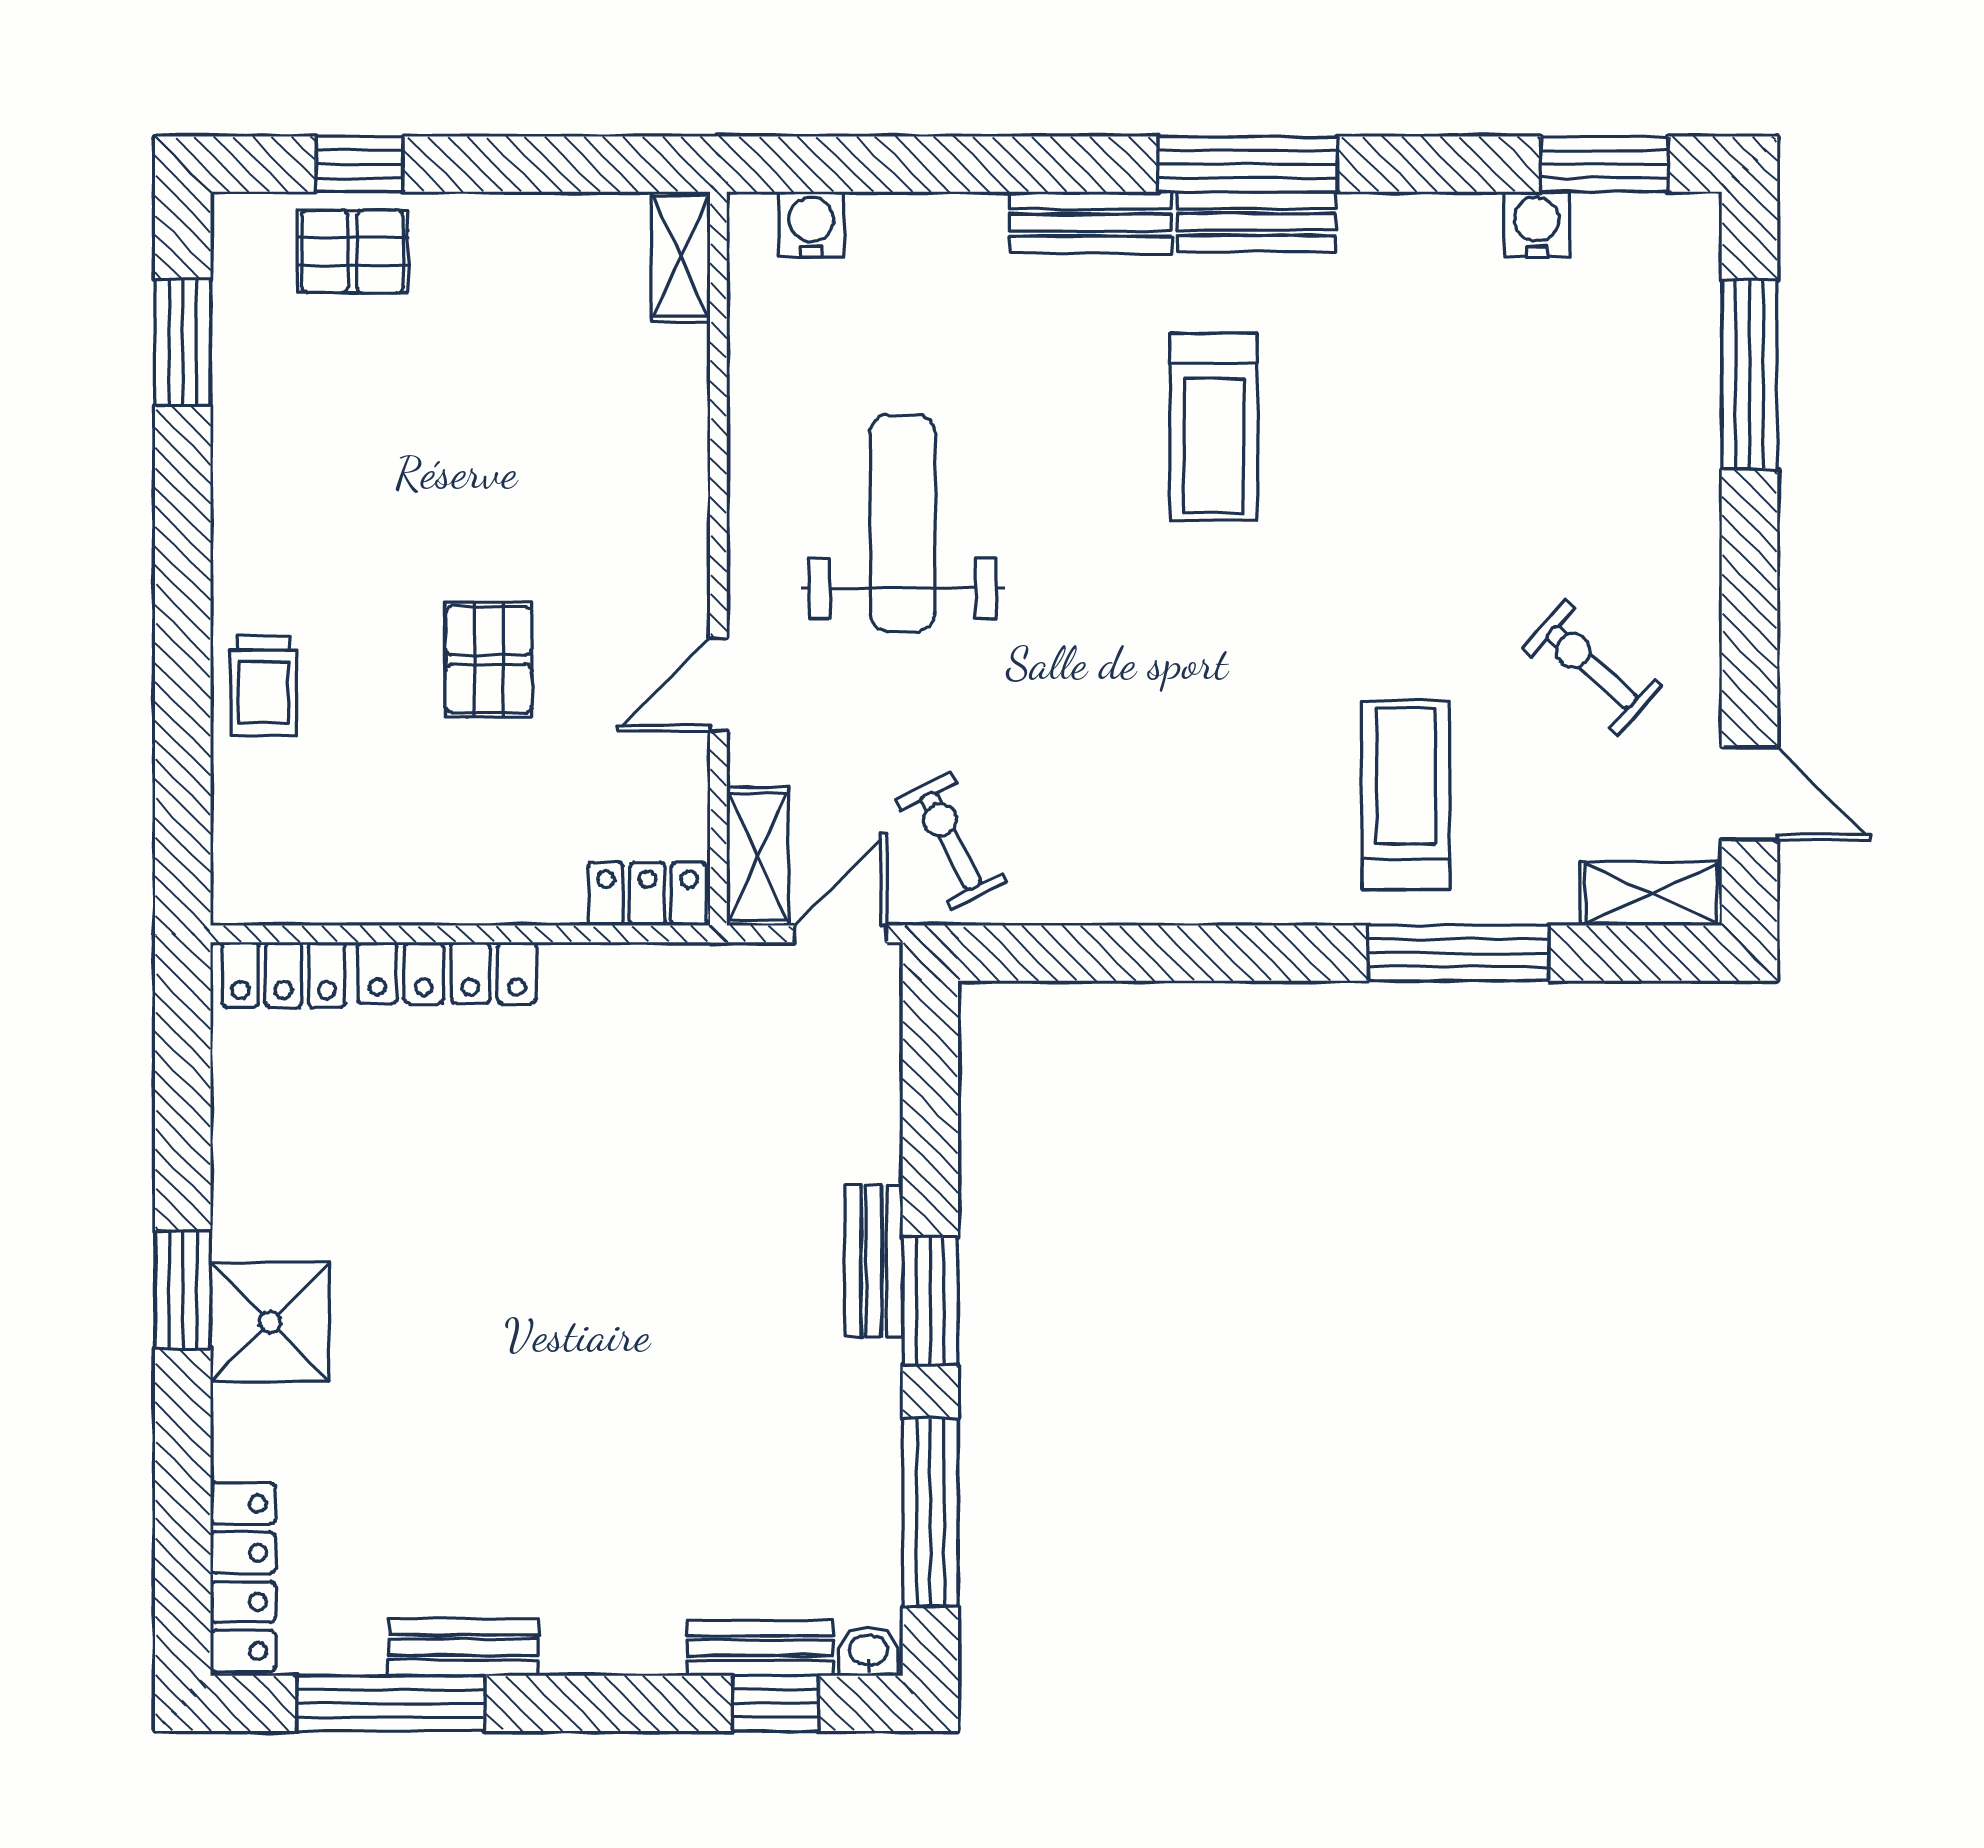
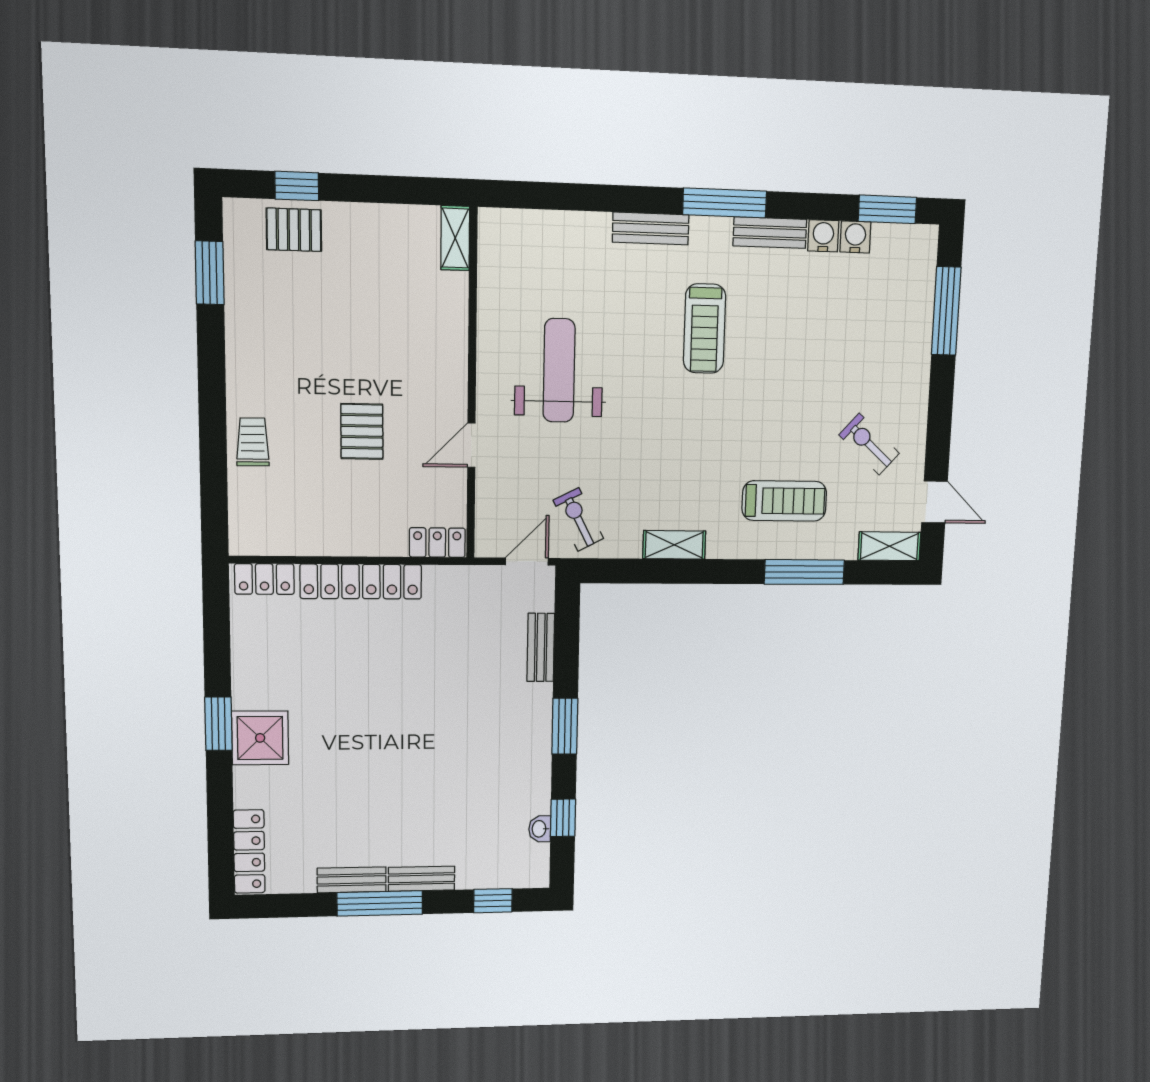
bench: (1256, 222) -> (770, 233), moved
water cooler: (811, 224) -> (823, 236), moved
trolley: (264, 686) -> (253, 442), turned 180
treadmill: (1406, 795) -> (784, 501), turned 90
shelving: (758, 857) -> (674, 545), moved, turned 90
locker: (447, 973) -> (361, 582), width x1.41, depth x1.21
bench: (874, 1261) -> (541, 647), moved
window: (930, 1512) -> (563, 818), width x0.46
bench: (760, 1648) -> (422, 879), moved
washbasin: (869, 1651) -> (540, 829), moved, turned -90
window: (391, 1703) -> (380, 903), moved

